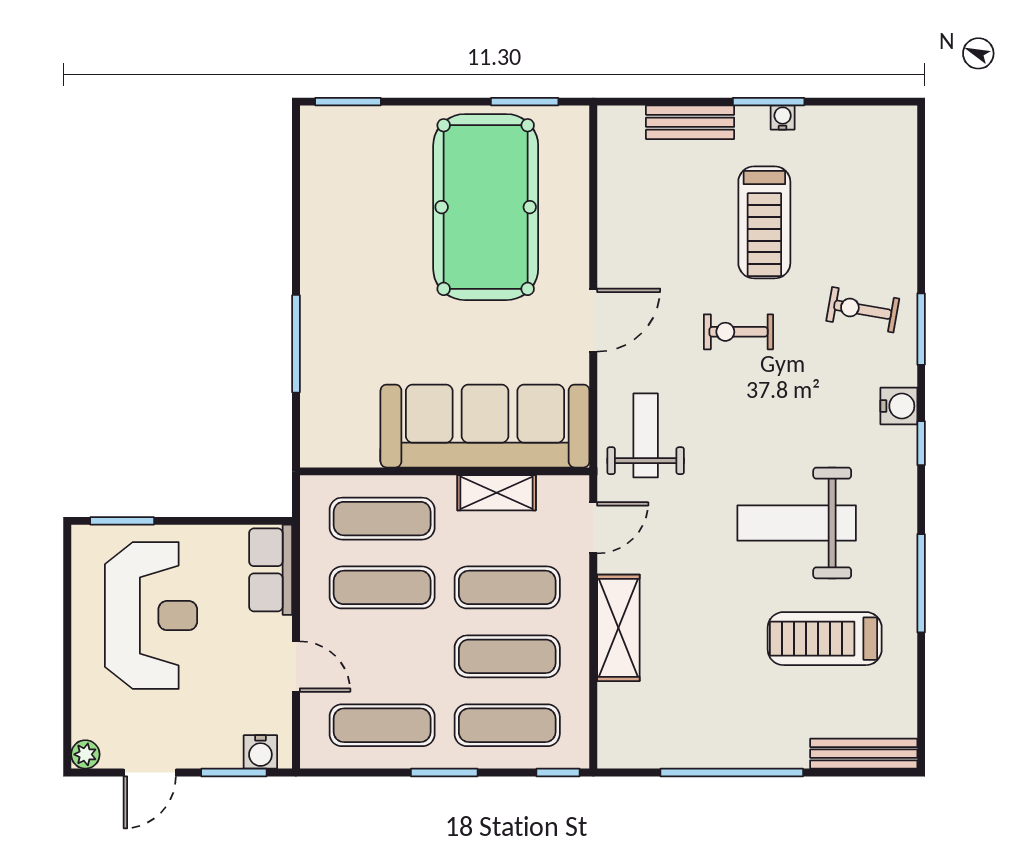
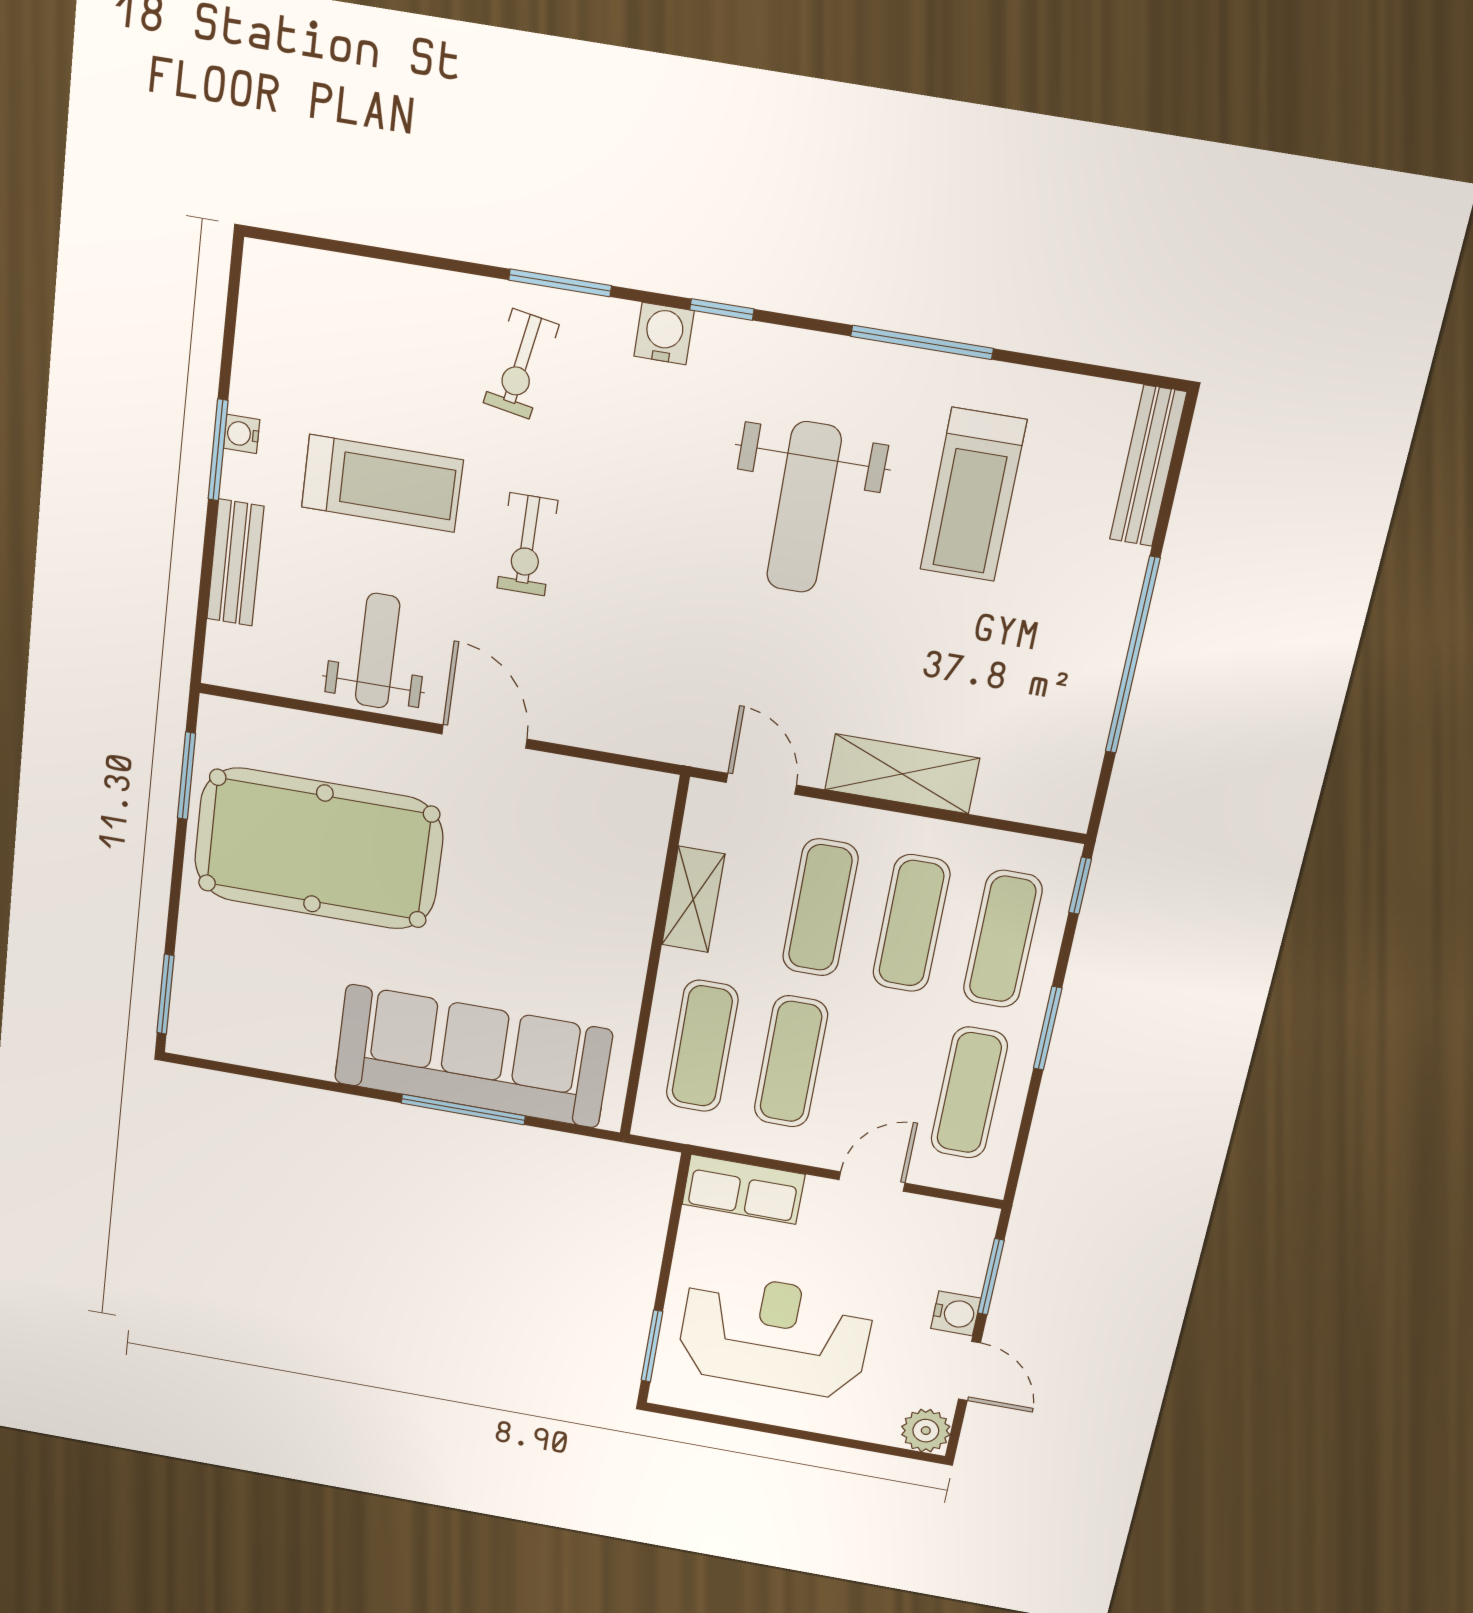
sofa: (485, 426) -> (473, 1056), moved, turned 90
weight bench: (646, 435) -> (378, 651), moved, turned 90
water cooler: (260, 752) -> (956, 1313), moved
plant: (85, 754) -> (926, 1431), width x1.38, depth x1.38

